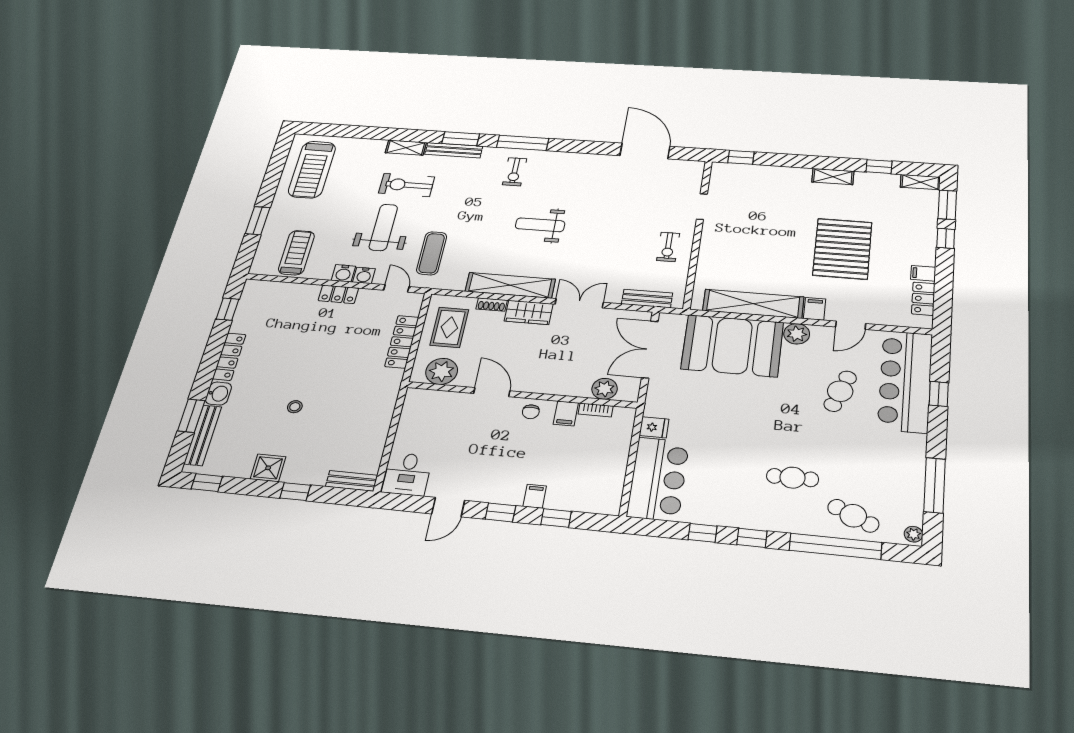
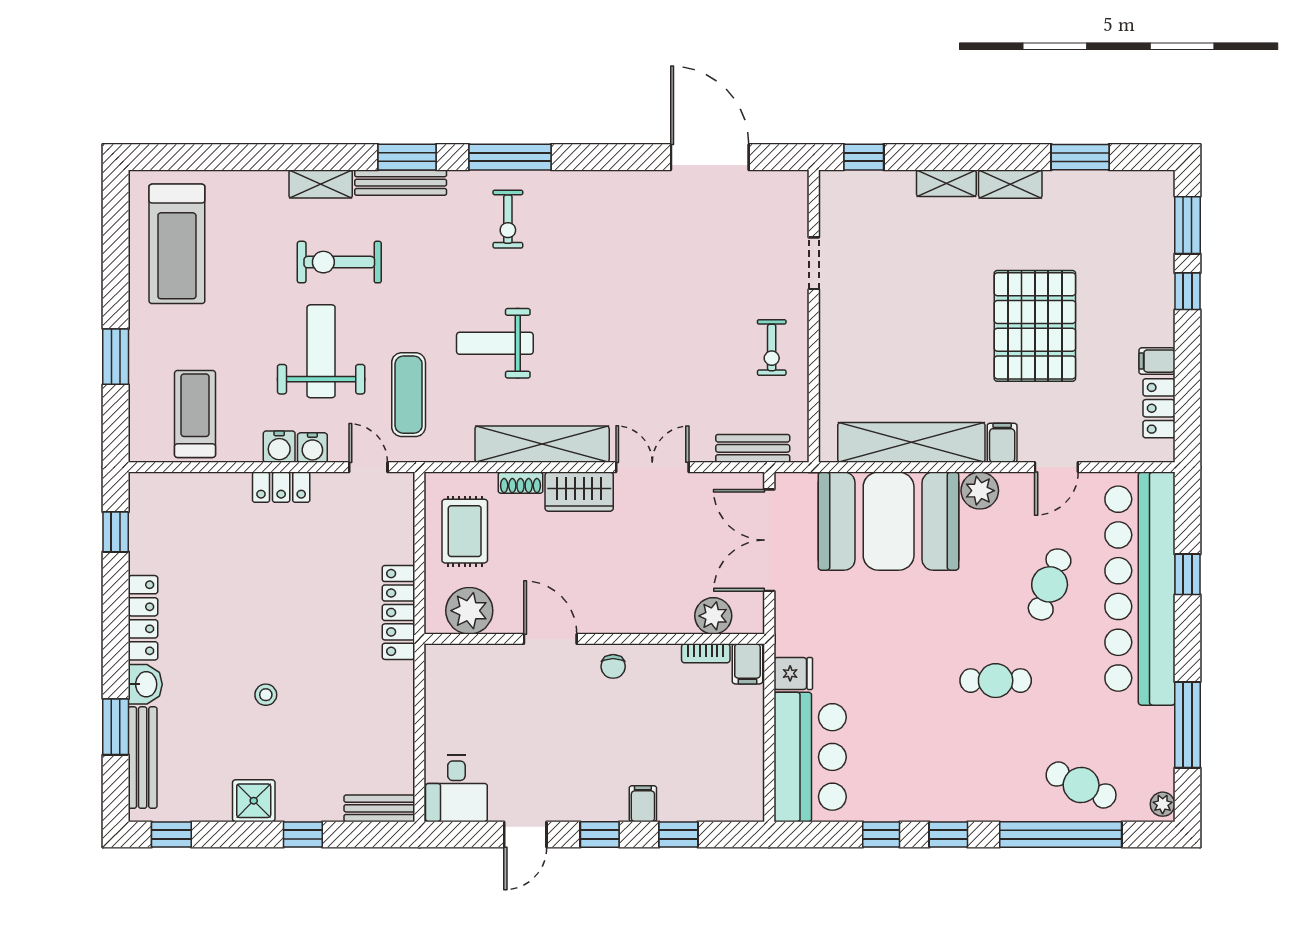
window: (879, 167) -> (1080, 157), width x1.50
shelving: (920, 182) -> (946, 183), moved
weight bench: (540, 225) -> (495, 343), moved
locker: (402, 342) -> (399, 612), moved
bar counter: (905, 381) -> (1140, 589), width x1.36
filing cabinet: (566, 413) -> (747, 664), moved
cafe table: (793, 478) -> (996, 681), moved

